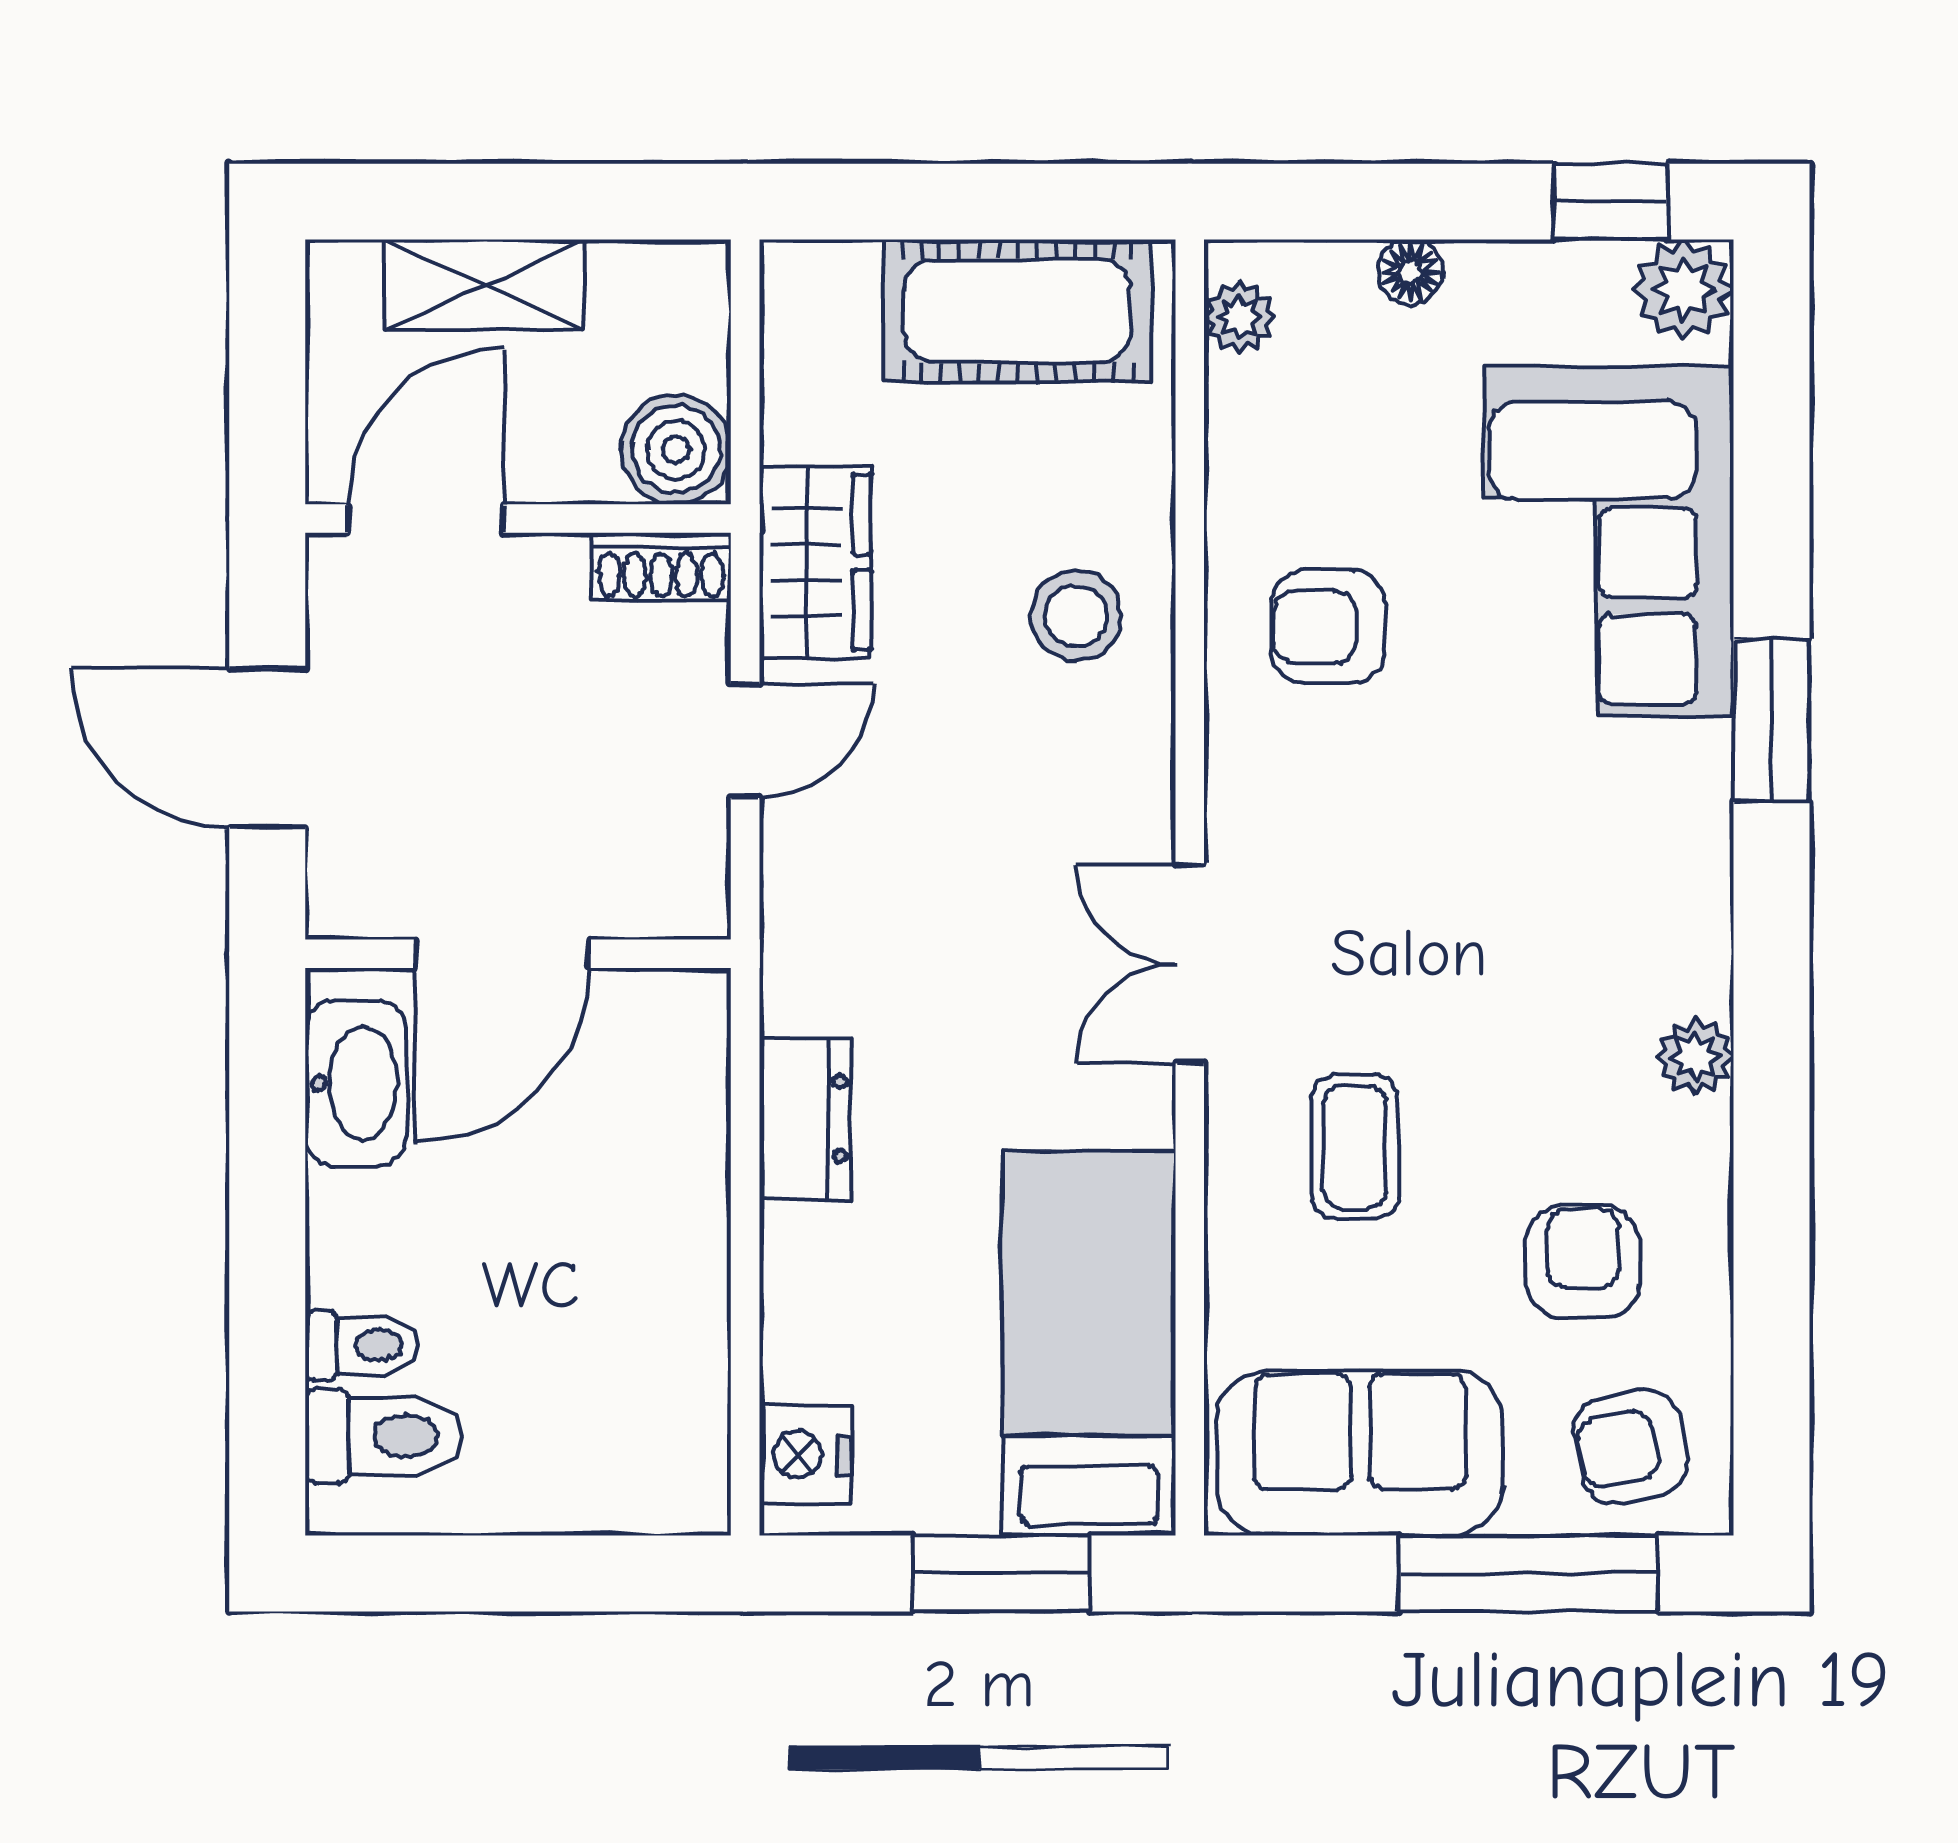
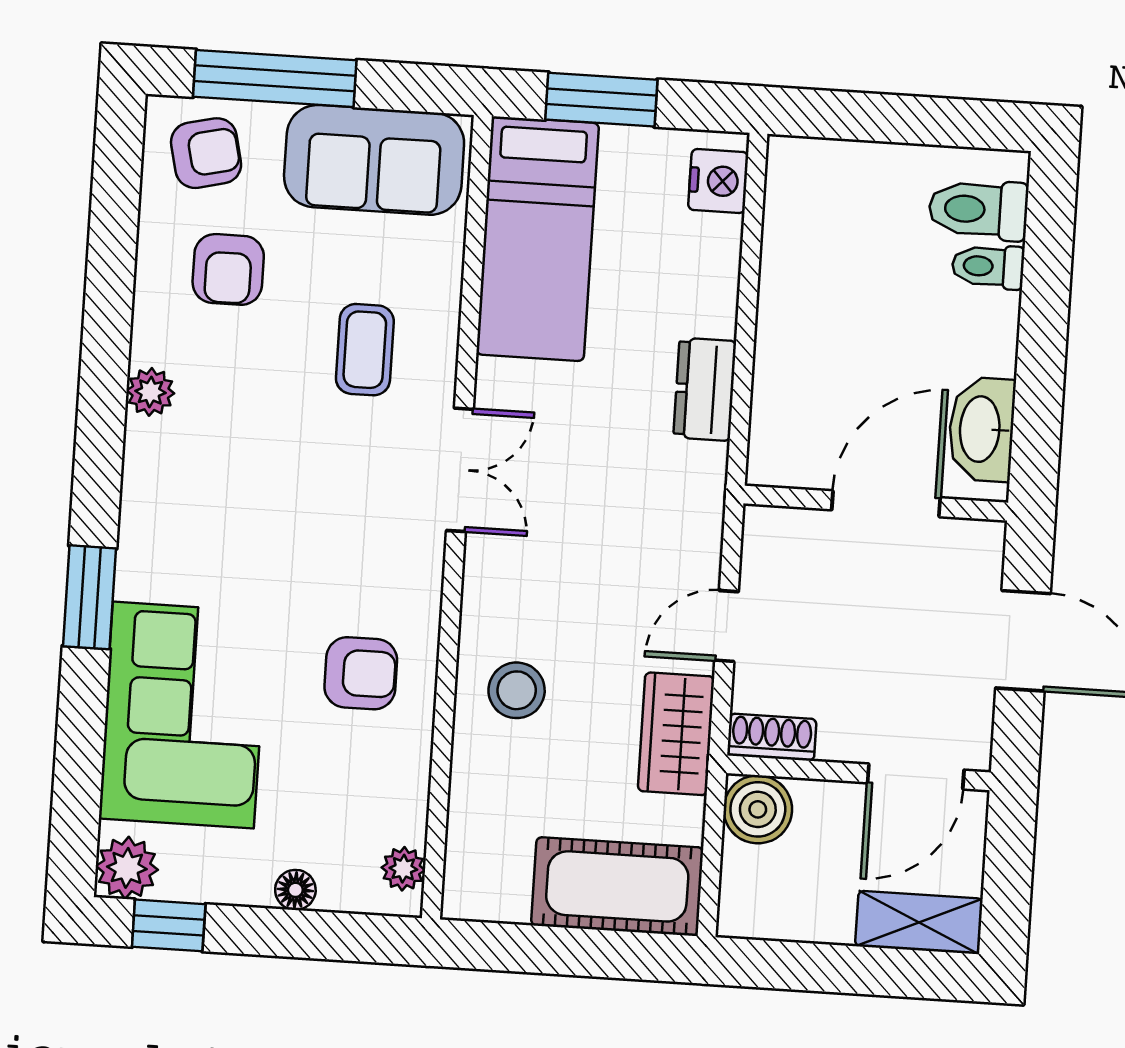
shelving: (484, 284) -> (919, 922), moved
cot: (1017, 311) -> (617, 886), moved

